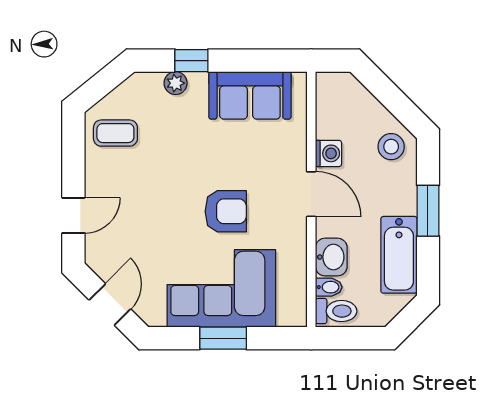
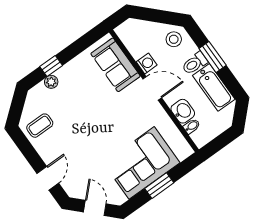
sofa: (250, 95) -> (115, 65), moved, turned 90
armchair: (226, 211) -> (118, 125), removed
toilet: (336, 311) -> (195, 63), moved, turned 180

